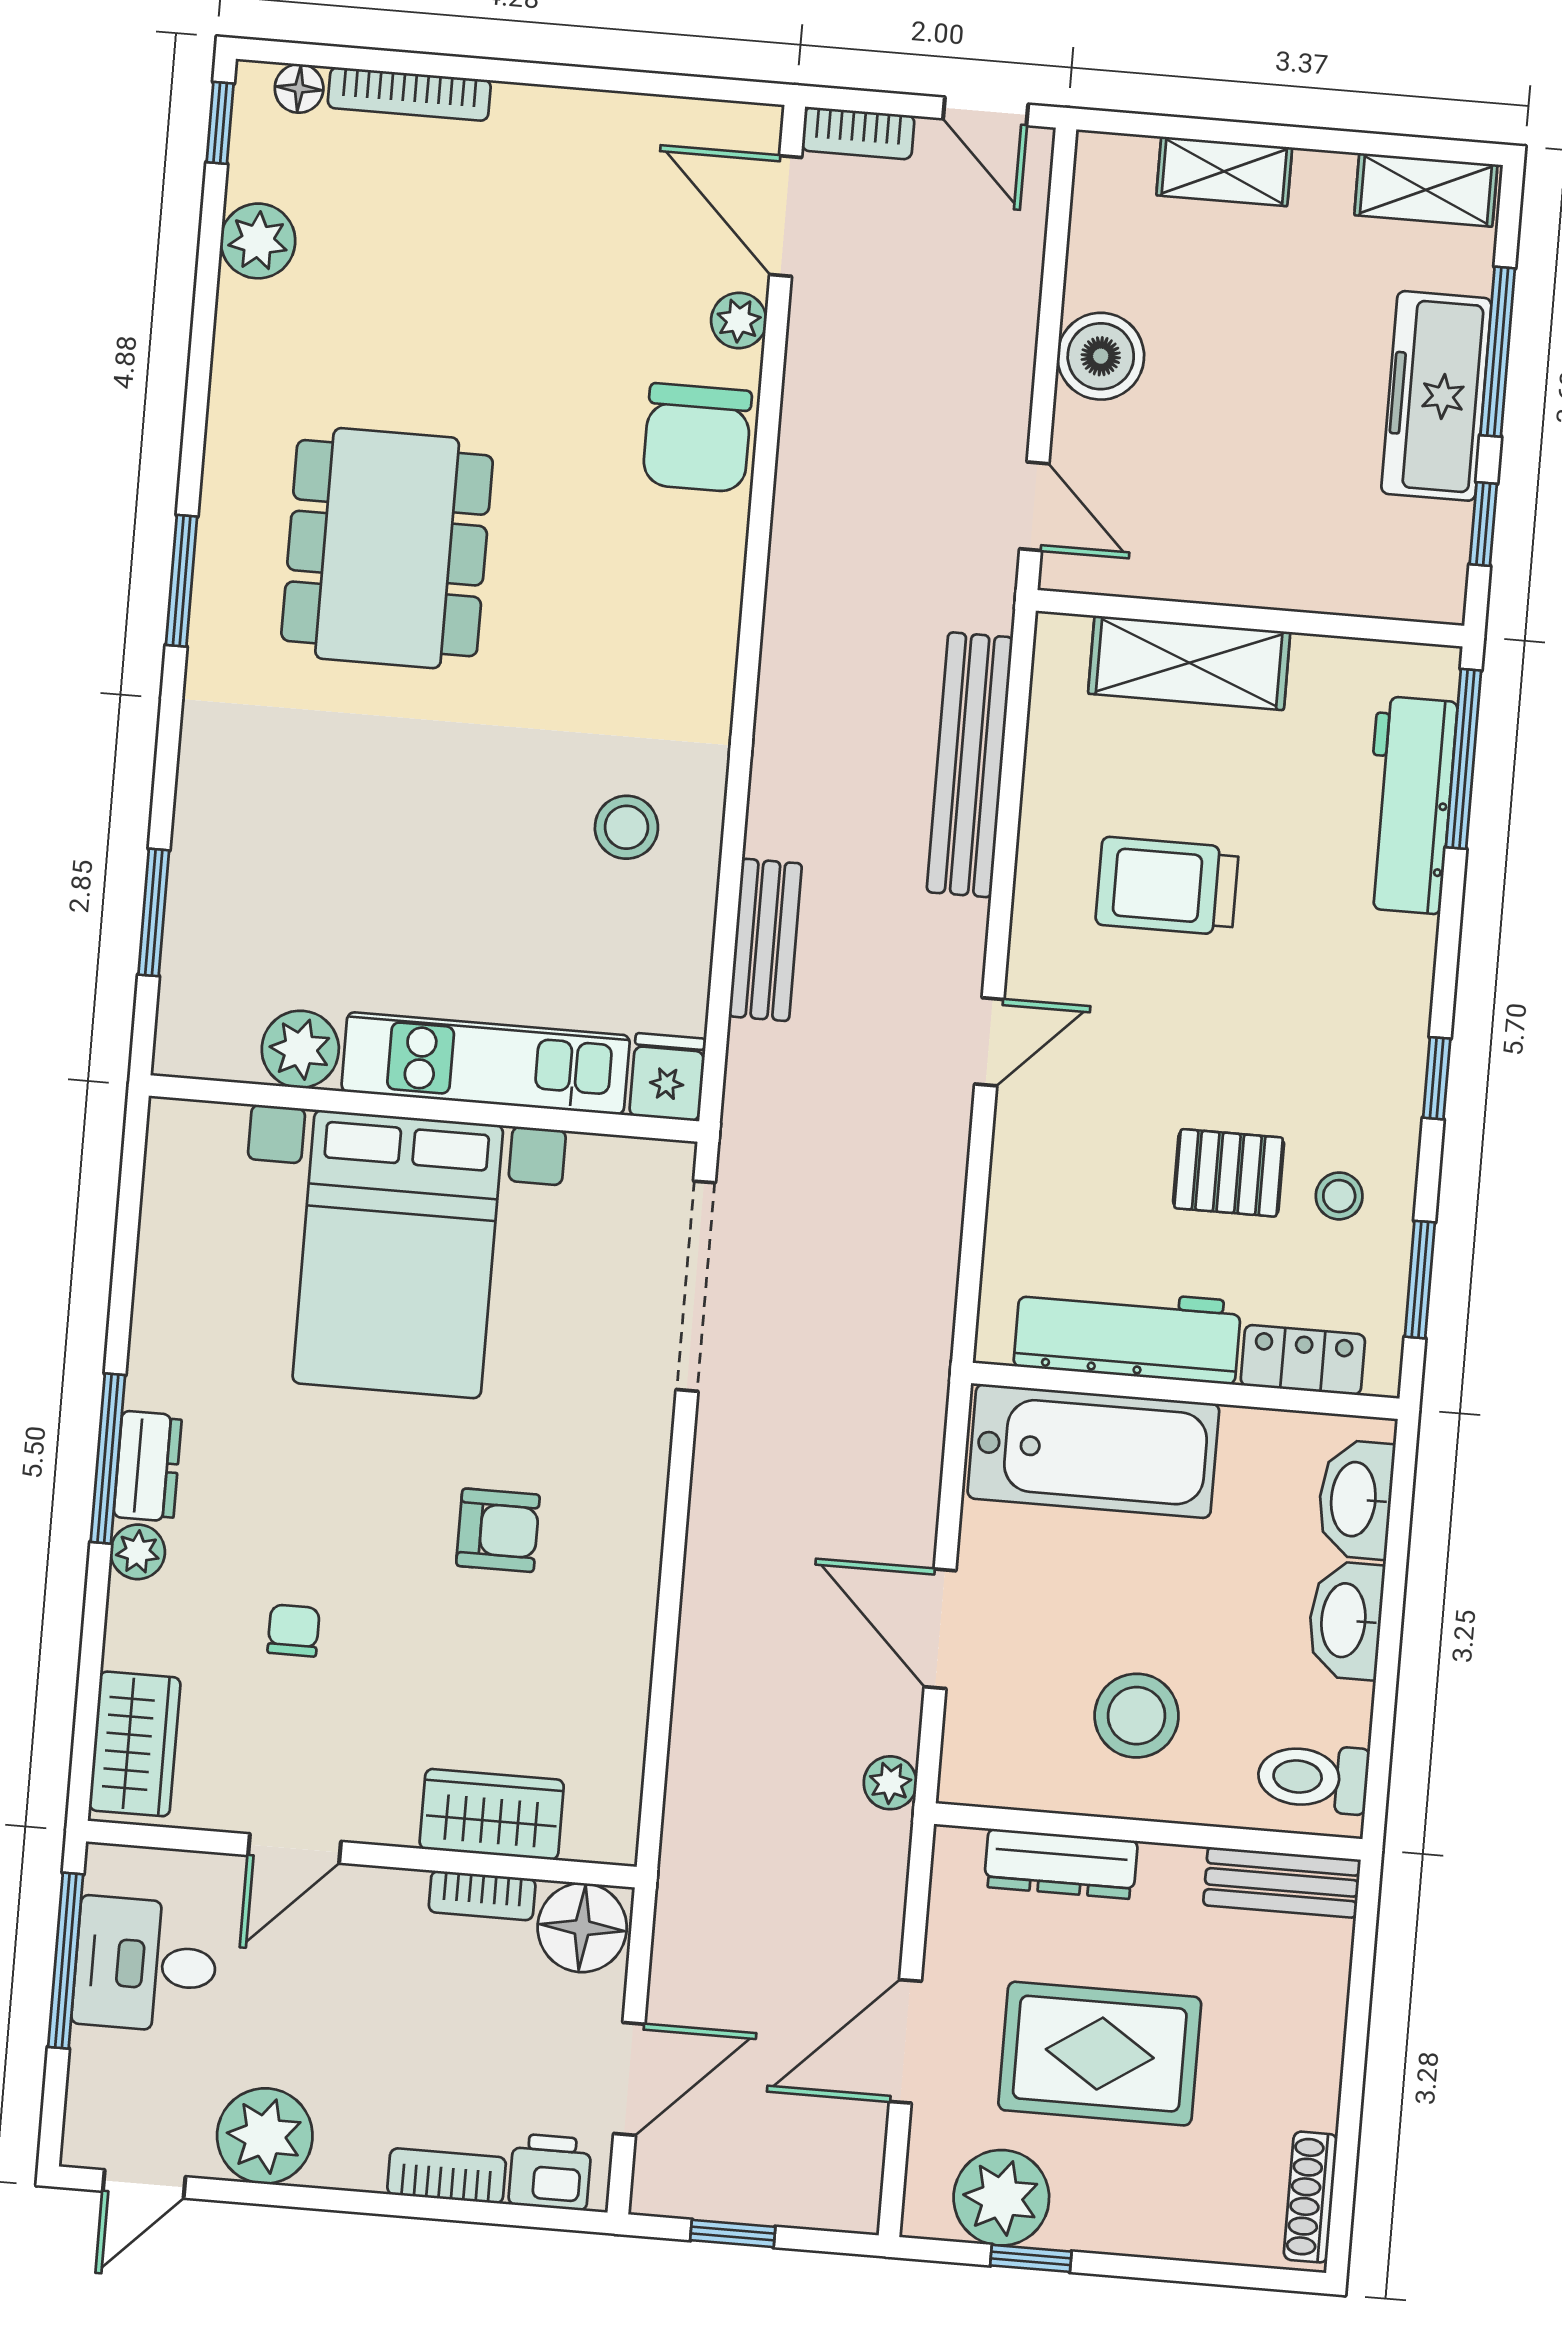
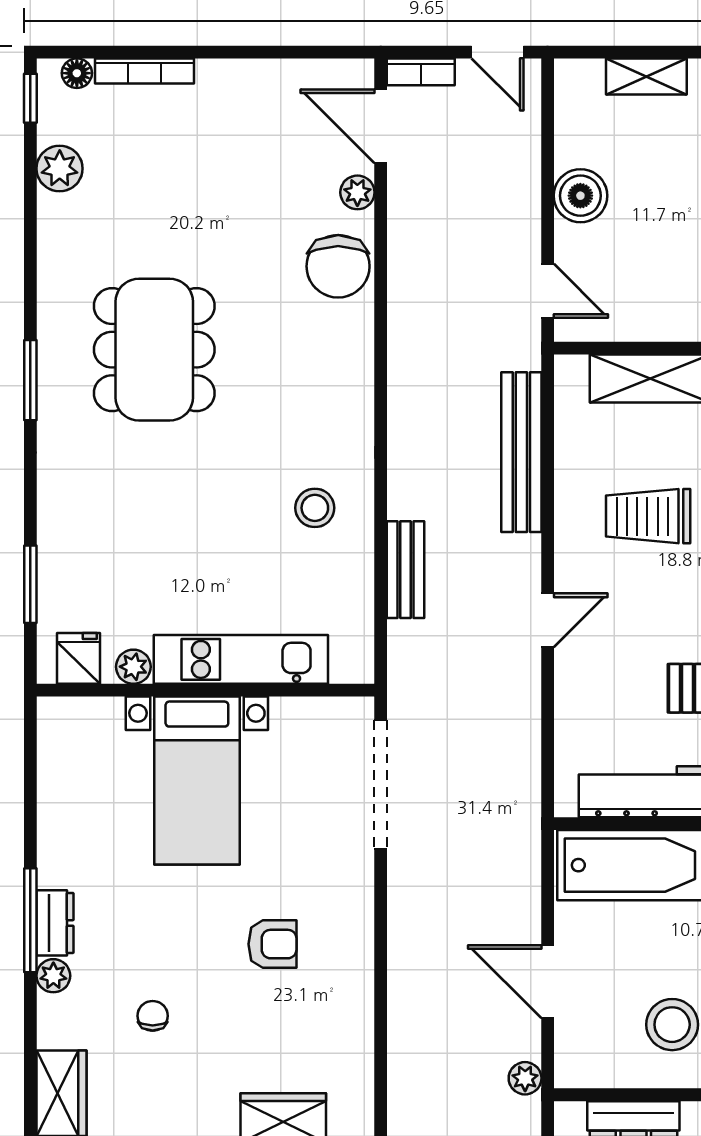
plant: (300, 1049) -> (133, 667), width x0.73, depth x0.73
fridge: (667, 1077) -> (79, 658), moved
bed with nightstands: (398, 1254) -> (197, 781), width x0.73

